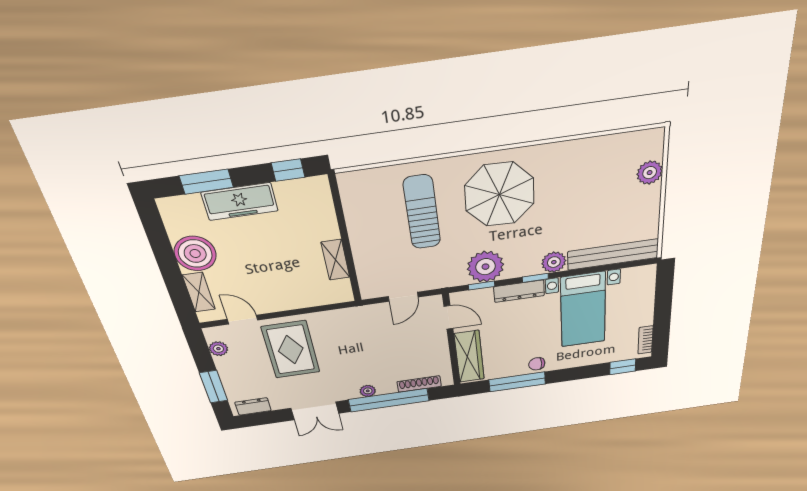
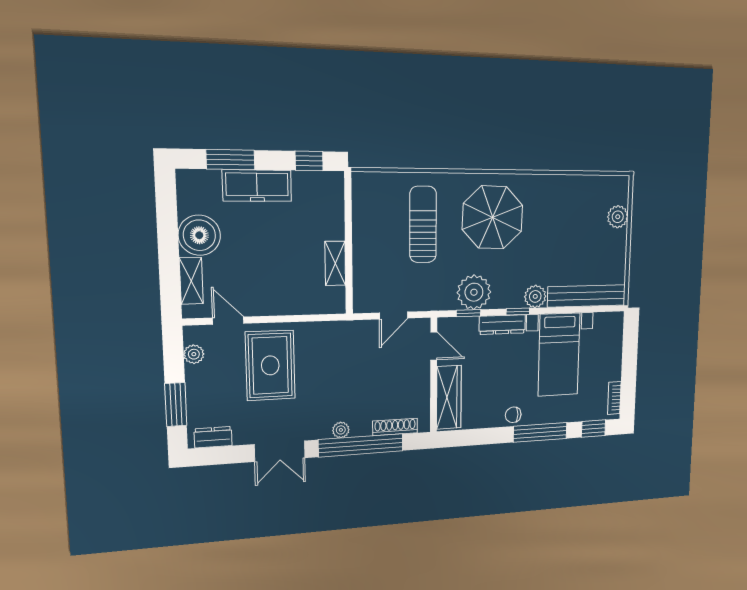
window: (517, 382) -> (540, 432), moved

